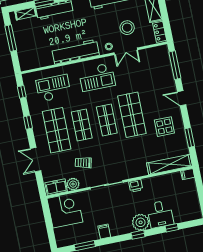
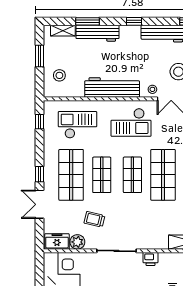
window: (11, 38) -> (40, 56), width x0.69
stool: (30, 51) -> (59, 75), added
window: (28, 122) -> (40, 174), moved

